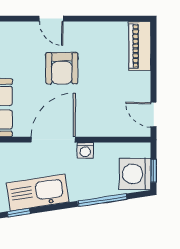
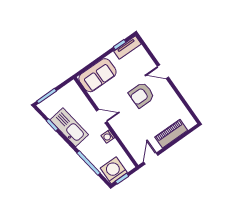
door: (51, 19) -> (163, 72), hinge flipped
piano: (140, 46) -> (171, 134), moved
door: (53, 140) -> (102, 116), width x0.53

